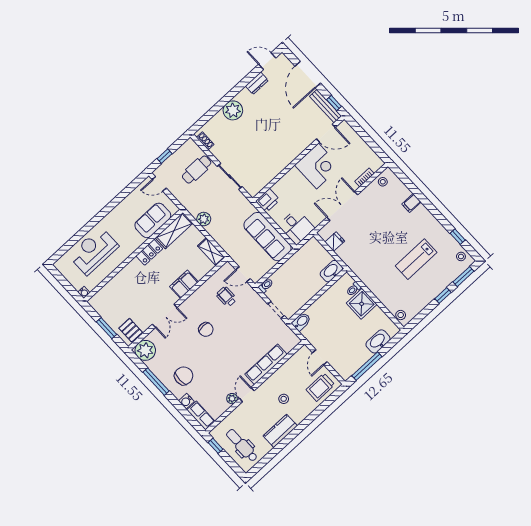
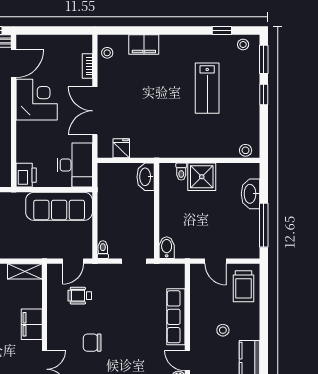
filing cabinet: (411, 203) -> (144, 44), width x2.00
desk: (297, 227) -> (75, 165), width x1.37
chair: (206, 329) -> (92, 343), turned 180

